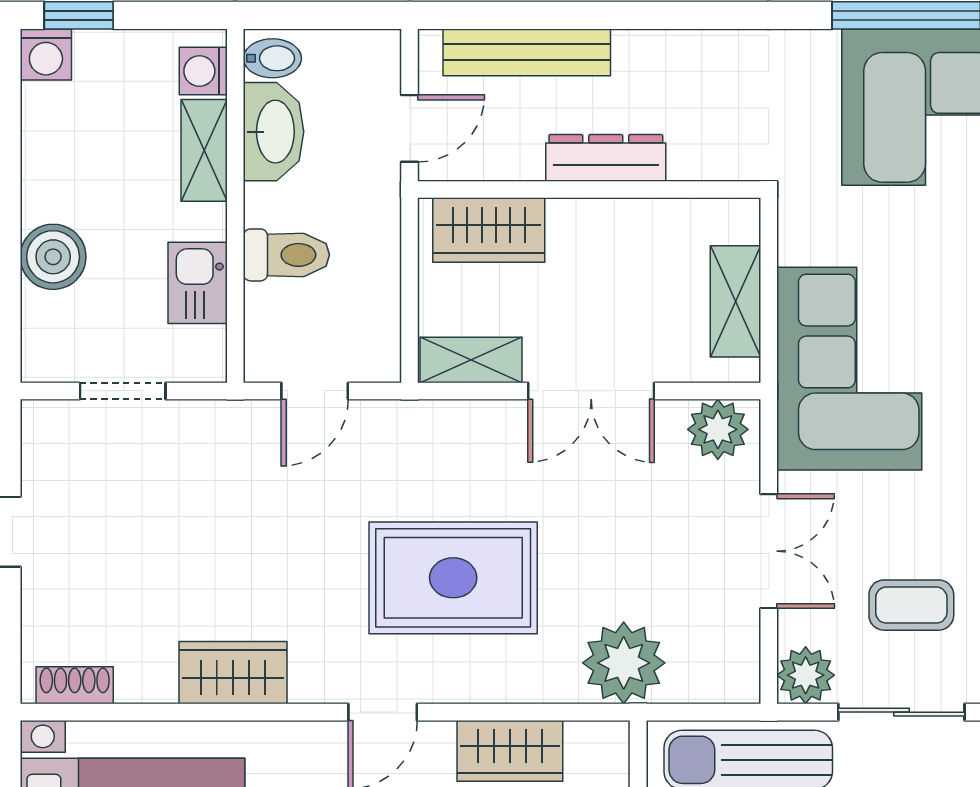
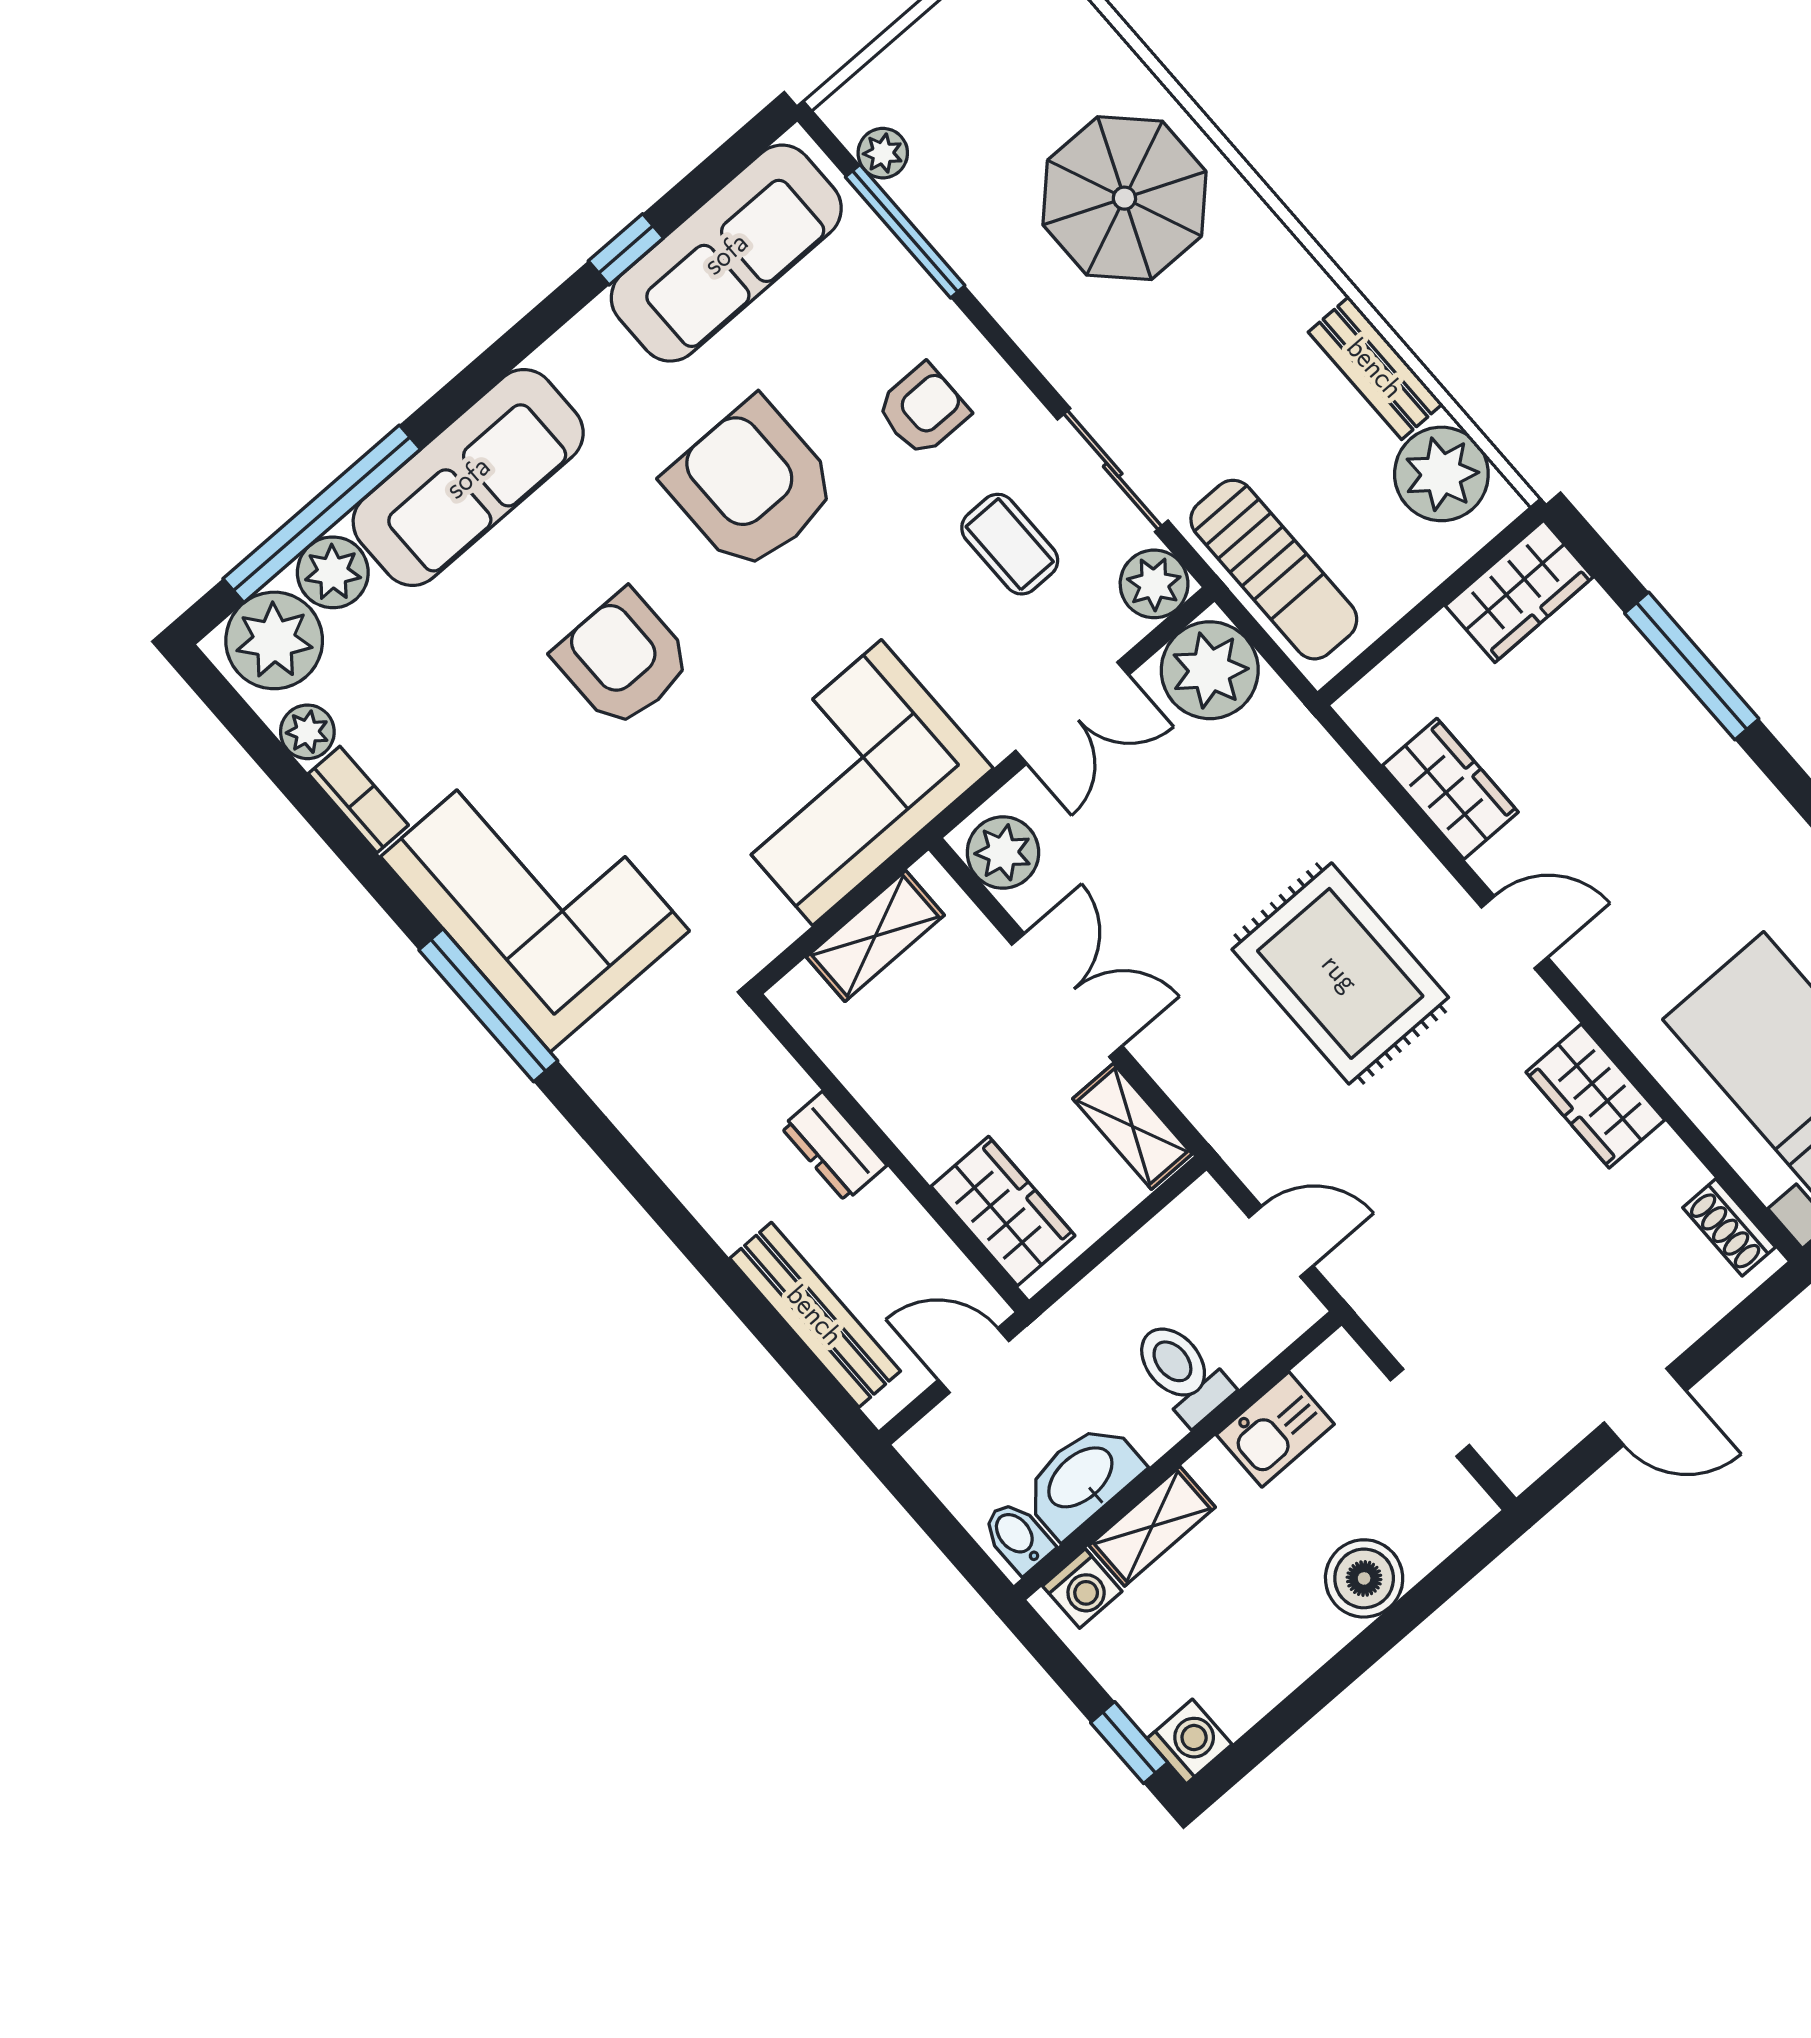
dresser: (606, 158) -> (834, 1146), width x0.70
double door: (769, 551) -> (1072, 713), swing flipped
plant: (624, 663) -> (1210, 670), moved

